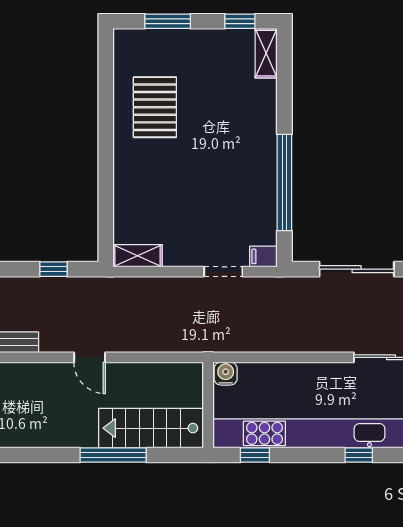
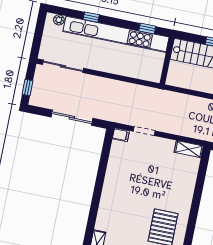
window: (284, 182) -> (101, 172), removed
water cooler: (226, 374) -> (154, 76), removed

